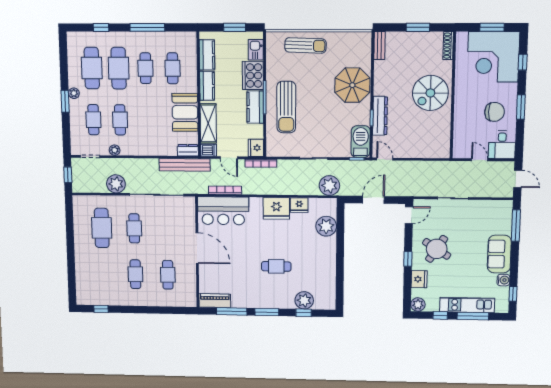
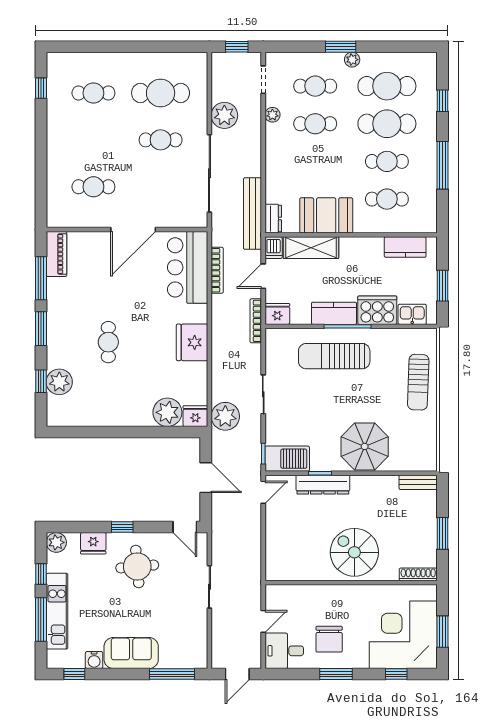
kitchen counter: (207, 86) -> (363, 247), removed
fridge: (299, 205) -> (195, 416), moved, turned 90
round table: (437, 249) -> (137, 566), turned -38
cafe table: (135, 274) -> (93, 93), moved

